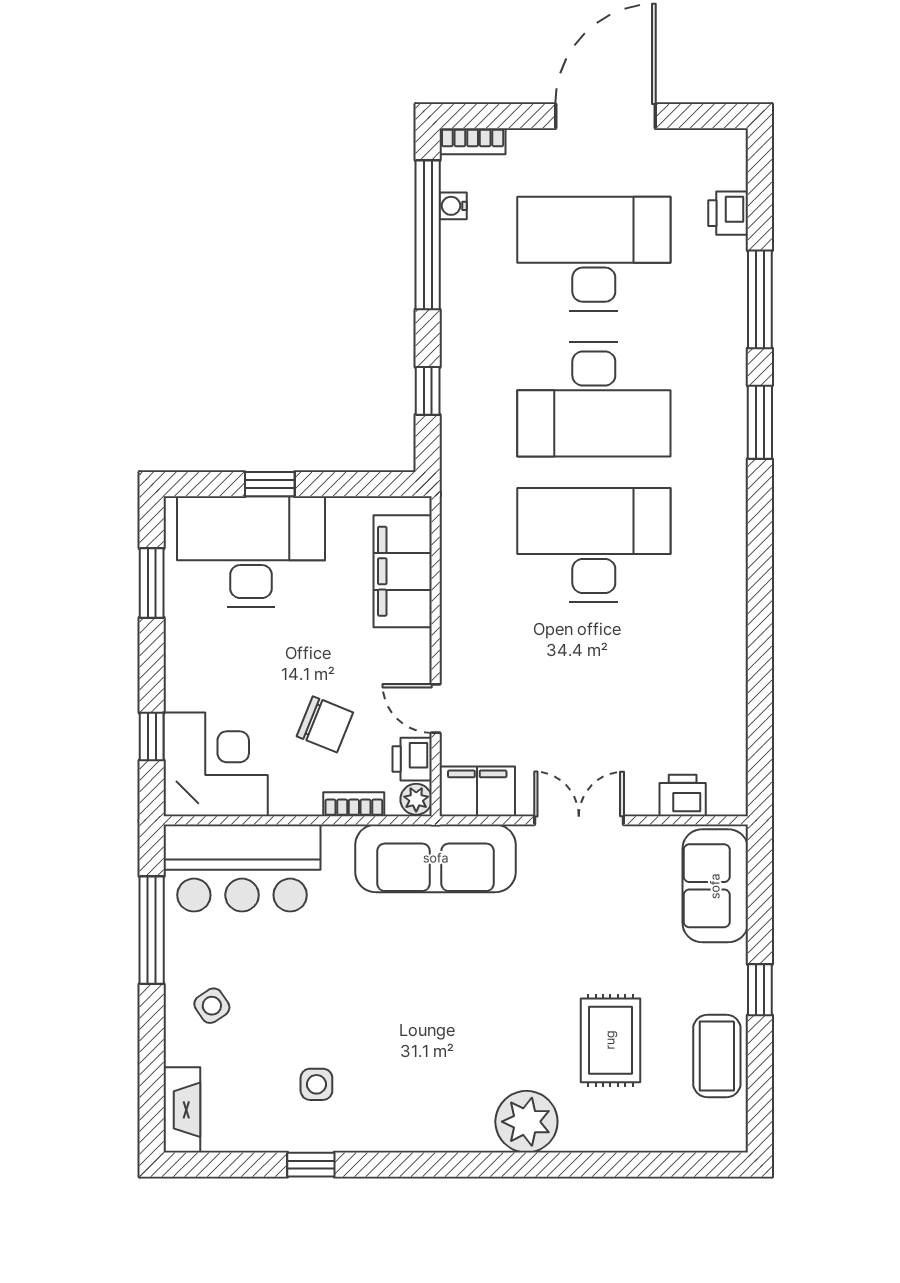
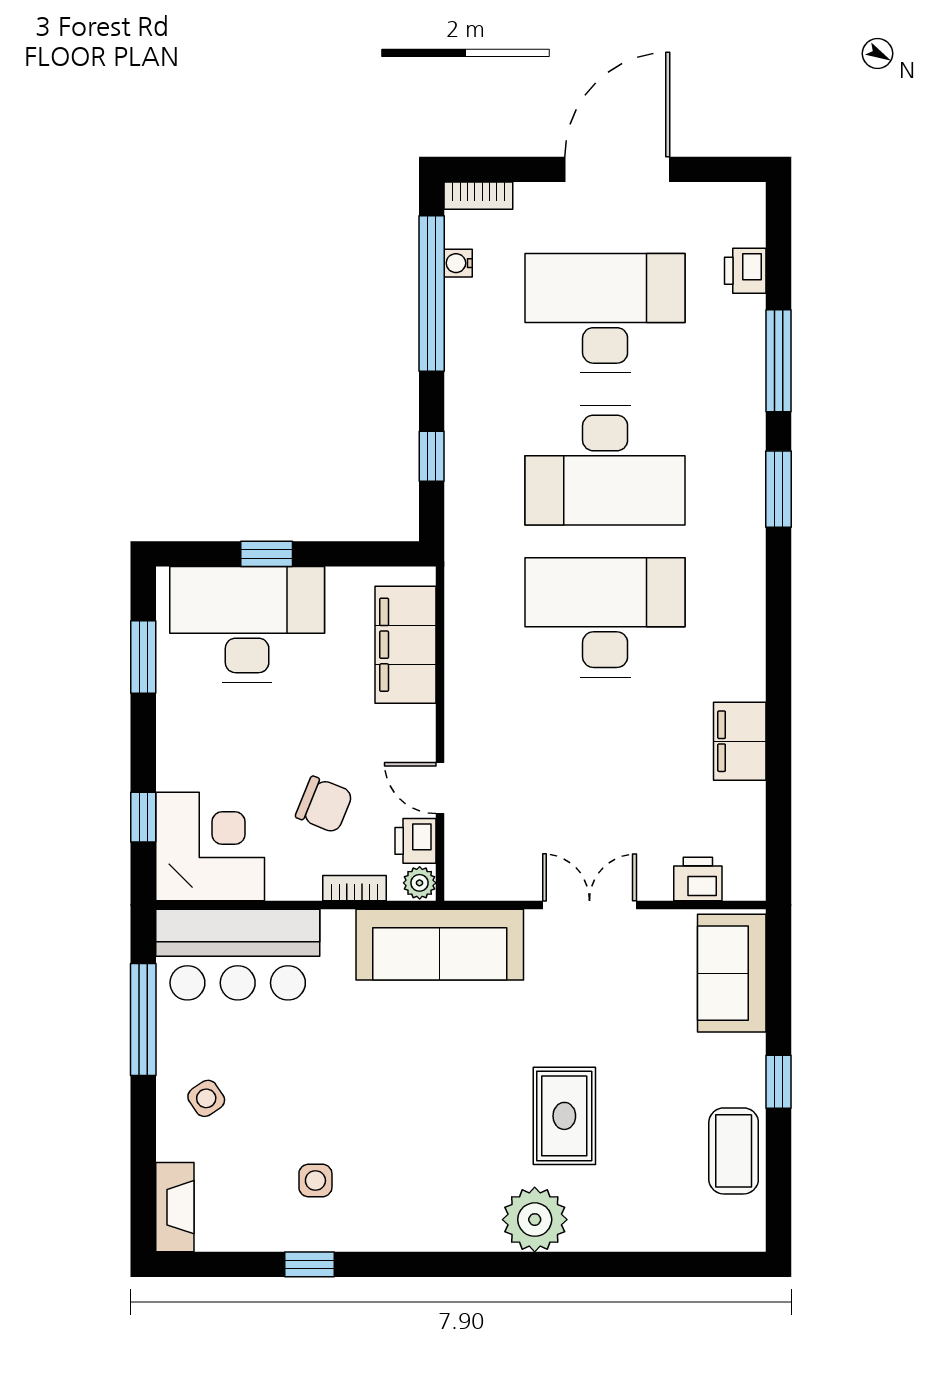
filing cabinet: (477, 791) -> (740, 741), moved, turned -90
rug: (610, 1040) -> (564, 1116), moved

